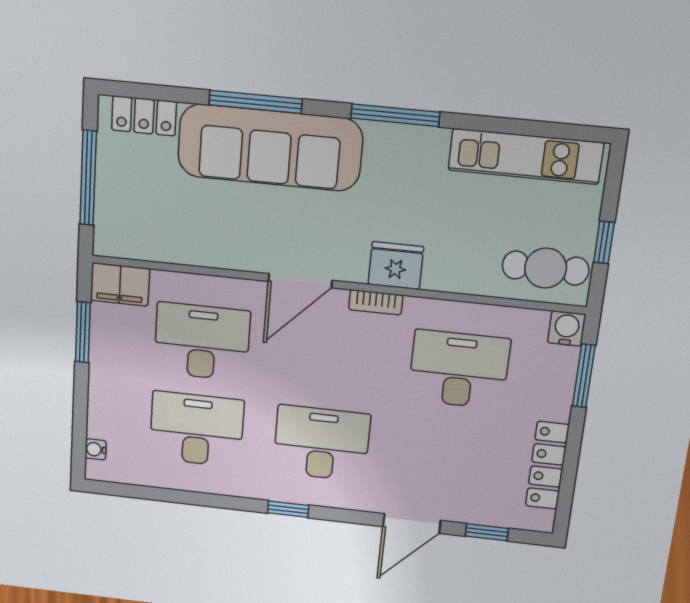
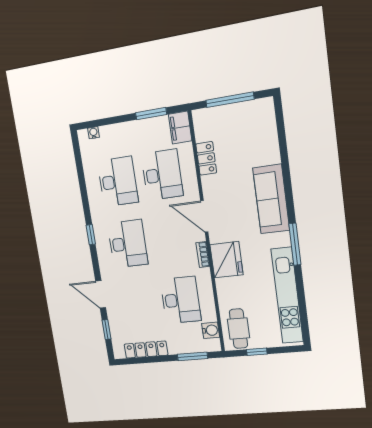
window: (256, 102) -> (287, 176), removed
locker: (144, 116) -> (206, 158), moved, turned 180
sofa: (270, 148) -> (271, 199), width x0.74, depth x0.79
kitchen unit: (526, 156) -> (287, 296), width x1.36
fridge: (396, 266) -> (226, 260), width x1.36, depth x1.34
water cooler: (567, 328) -> (211, 330), moved

